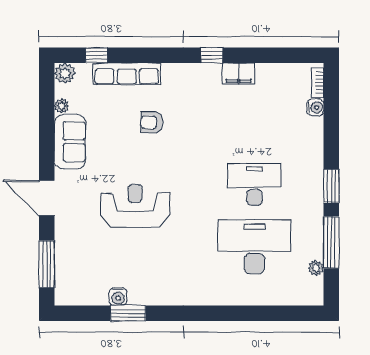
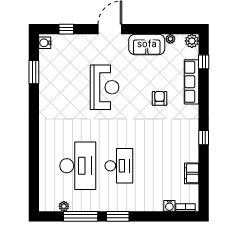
filing cabinet: (239, 74) -> (192, 173), moved
window: (47, 264) -> (66, 29), width x0.46
water cooler: (118, 297) -> (45, 43), moved
window: (128, 313) -> (34, 72), moved

